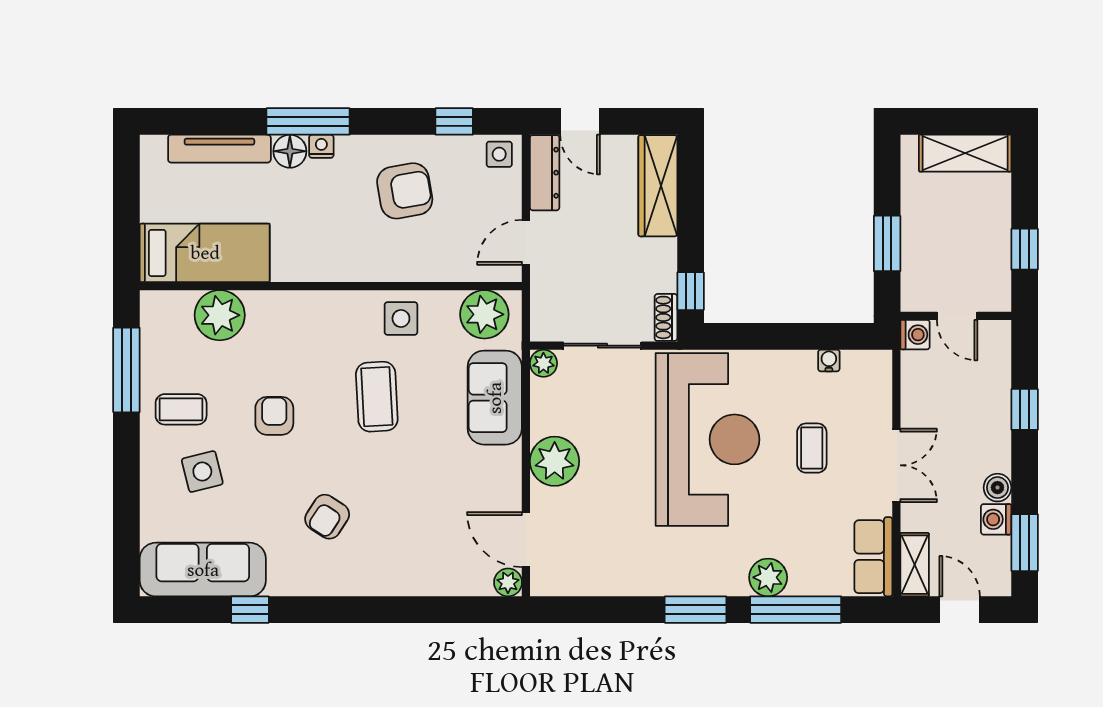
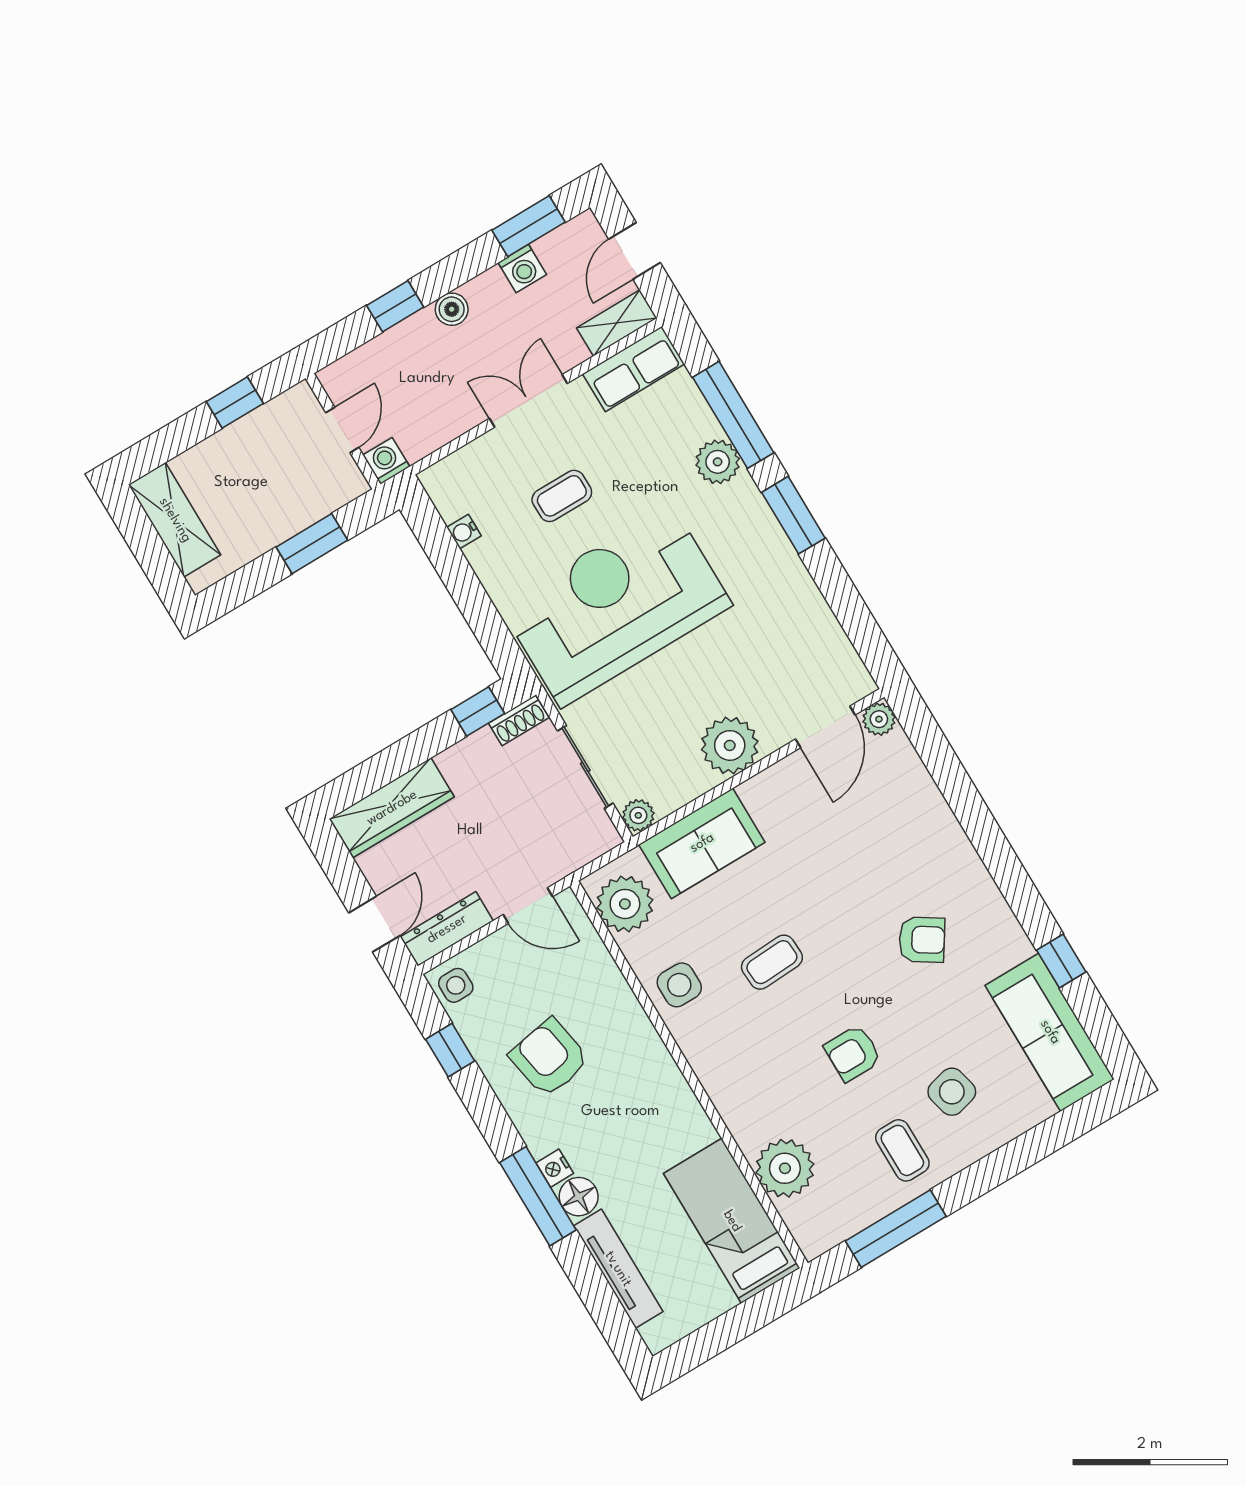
coffee table: (377, 397) -> (772, 962), width x0.73, depth x0.77
boiler: (997, 488) -> (452, 309), moved

